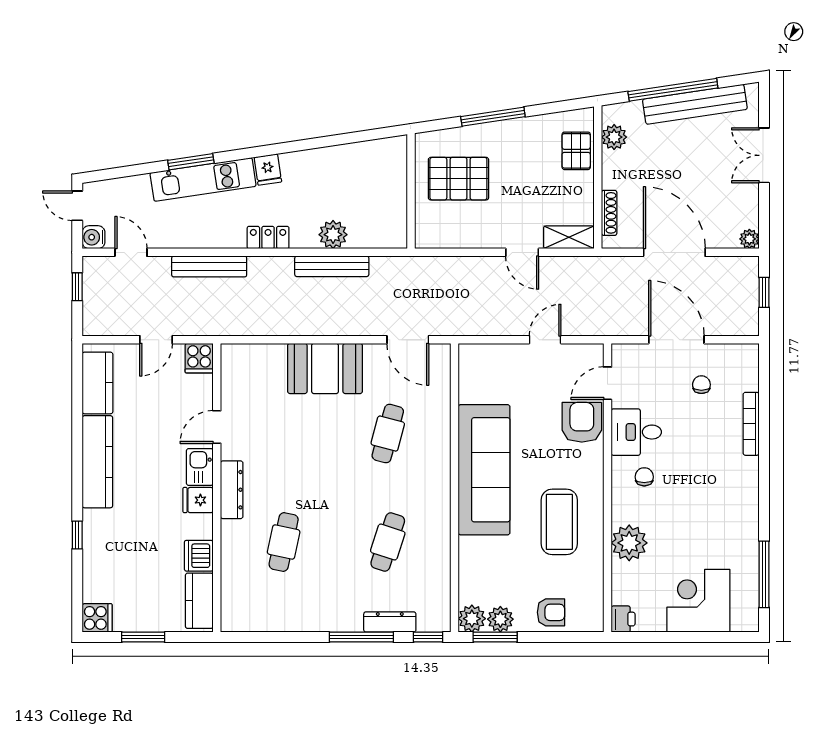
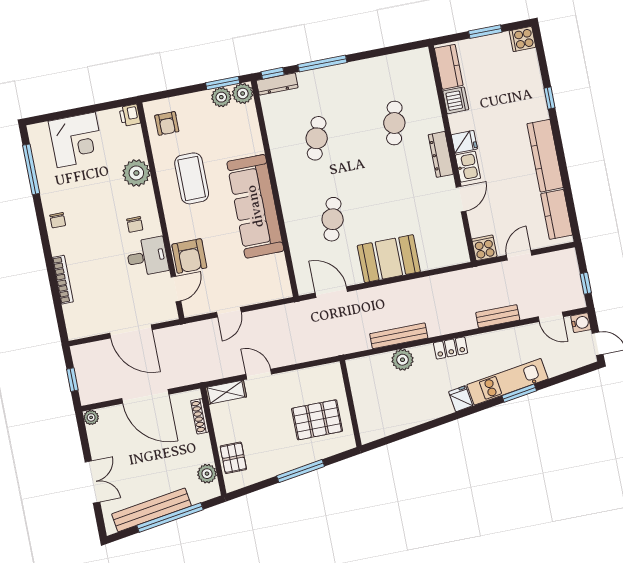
bench: (209, 266) -> (498, 316), width x0.73
chair: (701, 385) -> (58, 220), moved
armchair: (551, 612) -> (167, 123), moved, turned -90
dresser: (390, 622) -> (277, 84), moved

